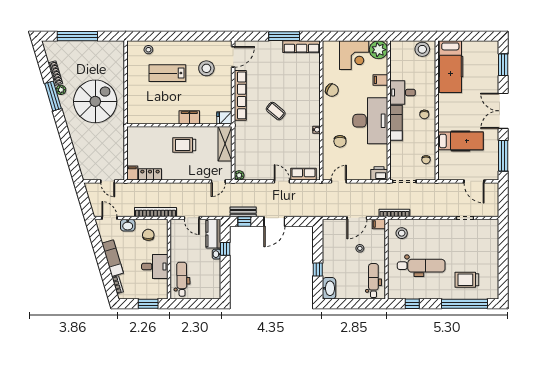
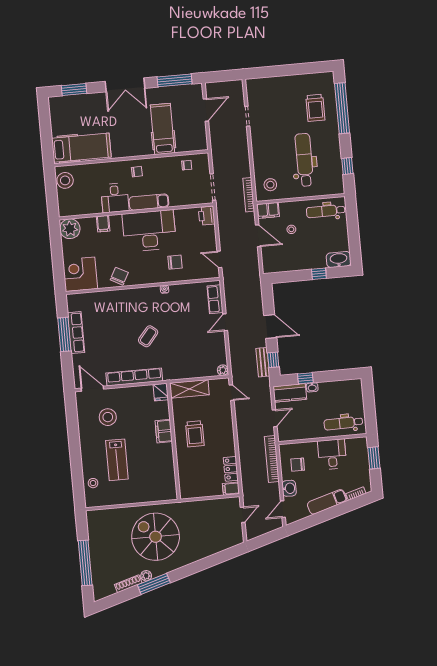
row of seats: (301, 47) -> (76, 333), moved
corner desk: (354, 55) -> (80, 274), moved, turned -90
filing cabinet: (379, 224) -> (268, 210), width x2.00

